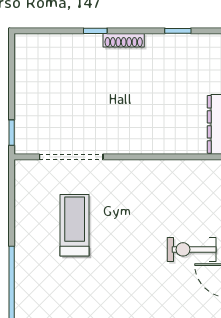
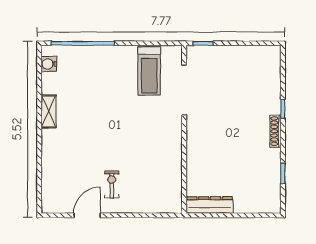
treadmill: (75, 225) -> (149, 71), moved, turned 90
exercise bike: (192, 249) -> (112, 184), width x0.73, depth x0.72

